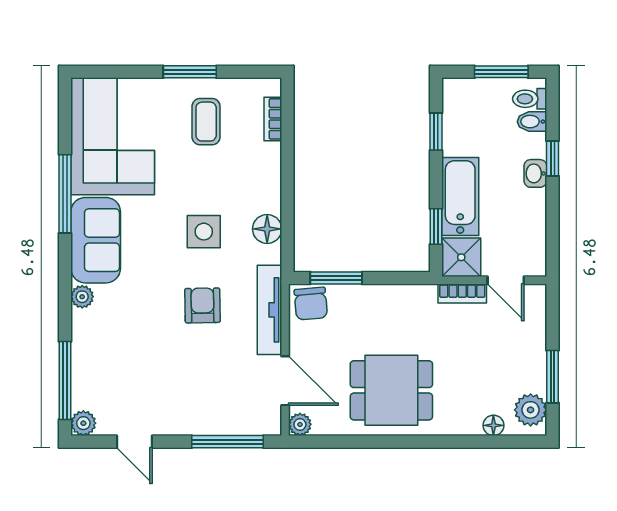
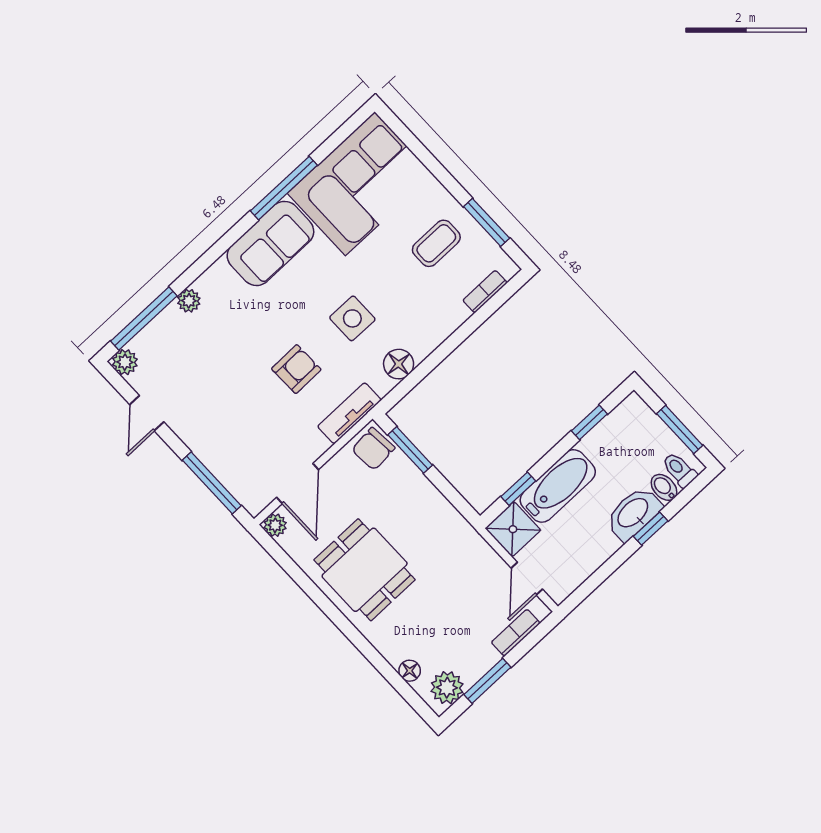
window: (190, 72) -> (487, 222), moved
washbasin: (535, 173) -> (634, 513), width x1.91, depth x1.45
bookcase: (462, 293) -> (516, 633), moved, turned 90
plant: (82, 297) -> (189, 301), moved
tv unit: (270, 310) -> (349, 413), width x0.71

